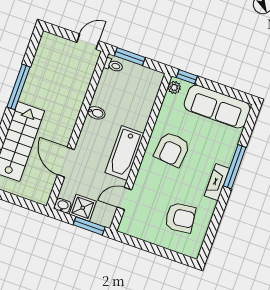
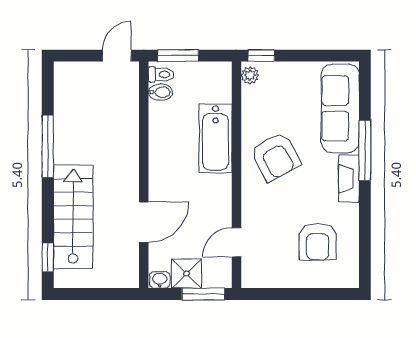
sofa: (217, 107) -> (340, 108), moved, turned 90
bidet: (96, 113) -> (161, 92), moved
armchair: (172, 149) -> (276, 157), turned -34
bathtub: (124, 153) -> (216, 138), moved
door: (66, 162) -> (144, 222), swing flipped
armchair: (180, 218) -> (318, 242), turned 97

